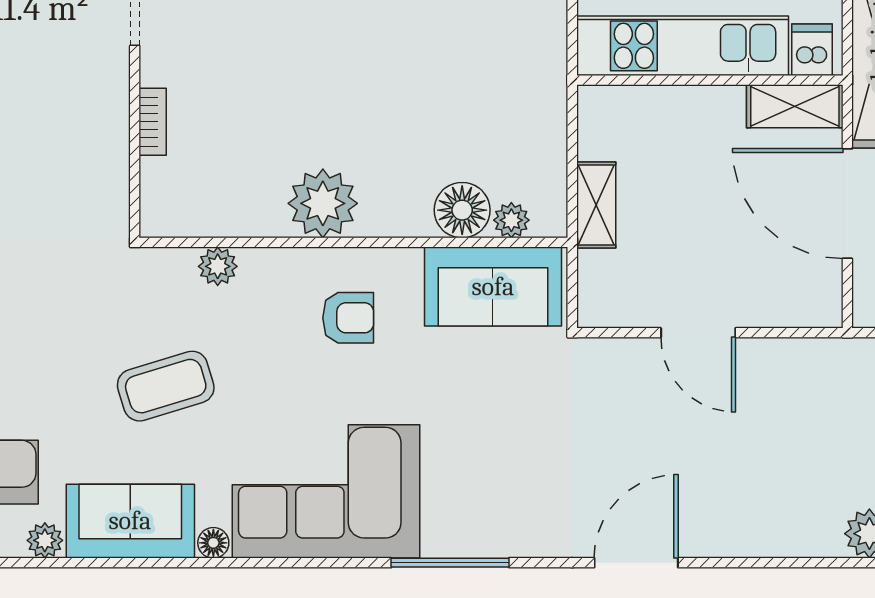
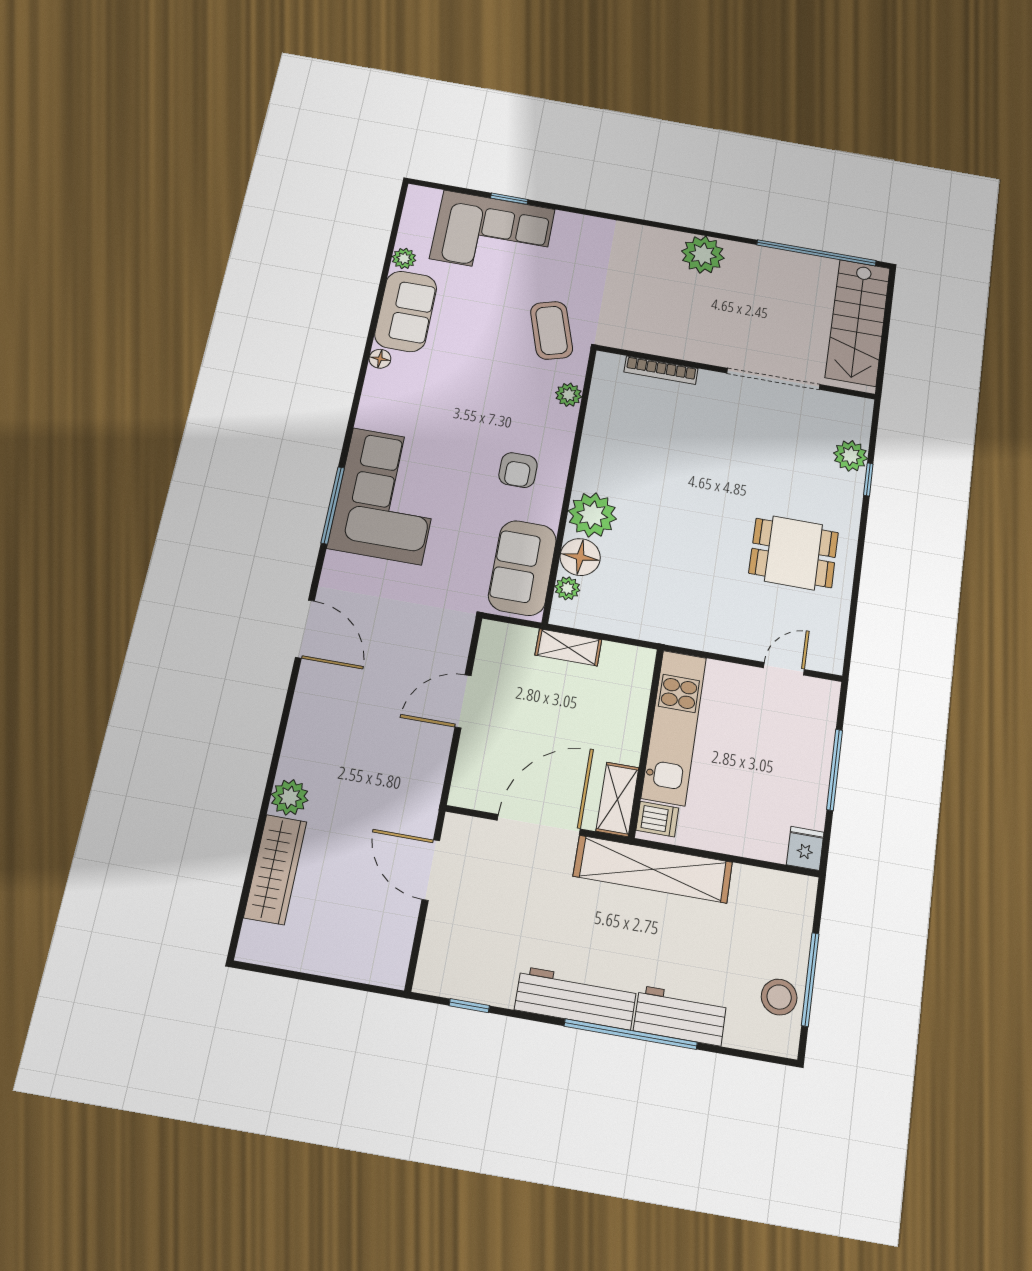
bookcase: (153, 122) -> (661, 370), width x1.56
plant: (323, 203) -> (592, 515), moved
coffee table: (166, 386) -> (552, 330), moved
corner sofa: (326, 491) -> (387, 496), moved

